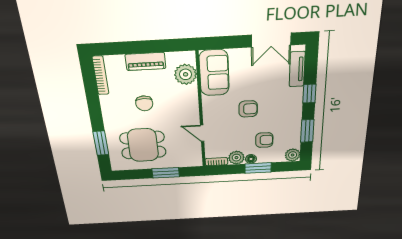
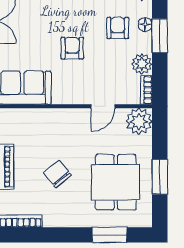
plant: (186, 74) -> (139, 121), moved
chair: (144, 103) -> (57, 174), turned -130
floor lamp: (251, 159) -> (145, 24), moved
window: (166, 173) -> (160, 177), moved

